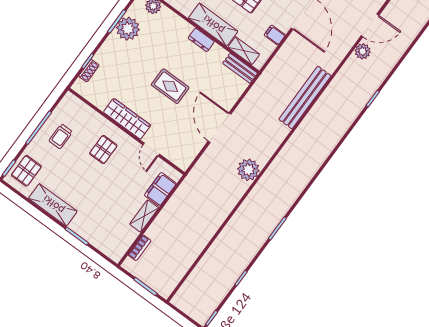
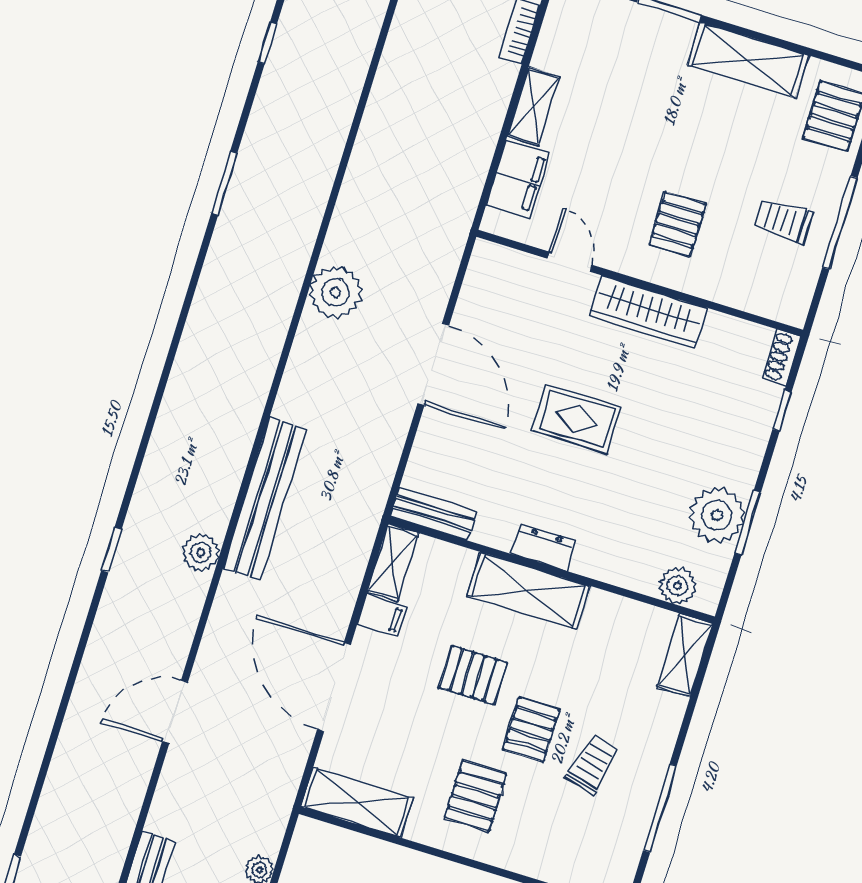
shelving: (244, 51) -> (393, 562), moved, turned 90
plant: (363, 51) -> (201, 552), moved
shoe rack: (89, 71) -> (782, 358), moved
trolley: (61, 136) -> (783, 220), turned -90

